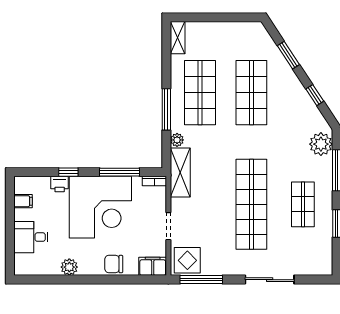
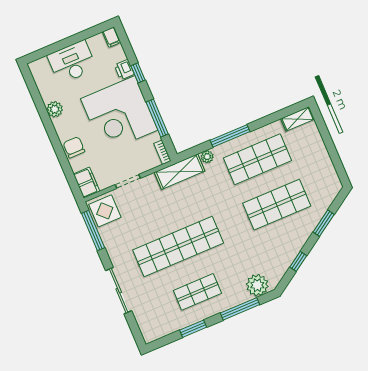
filing cabinet: (23, 201) -> (111, 37), moved
desk: (31, 237) -> (72, 62), width x1.37

